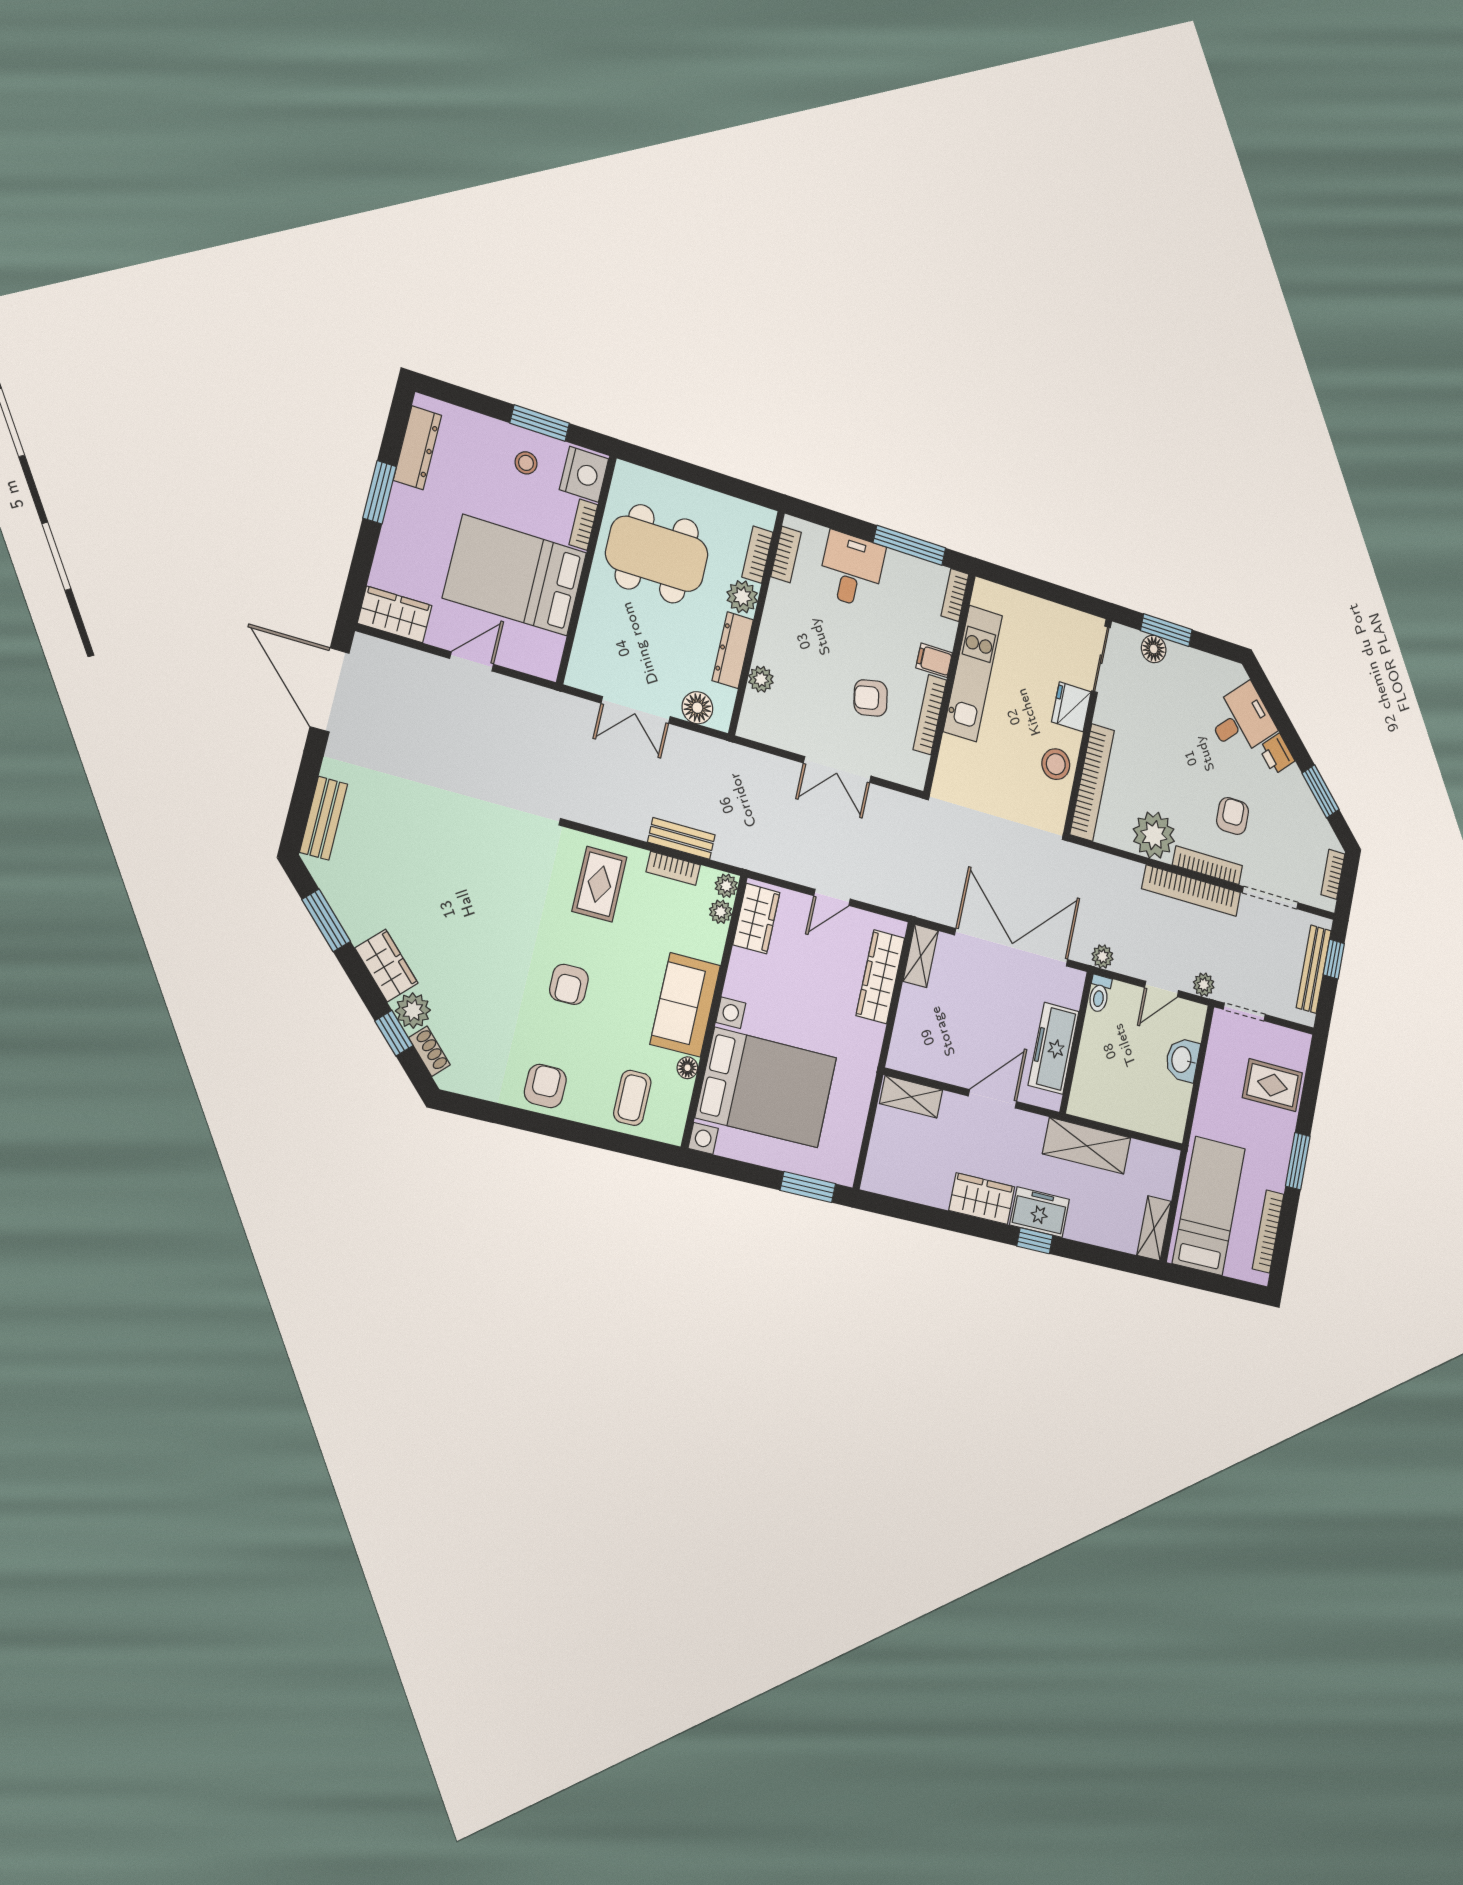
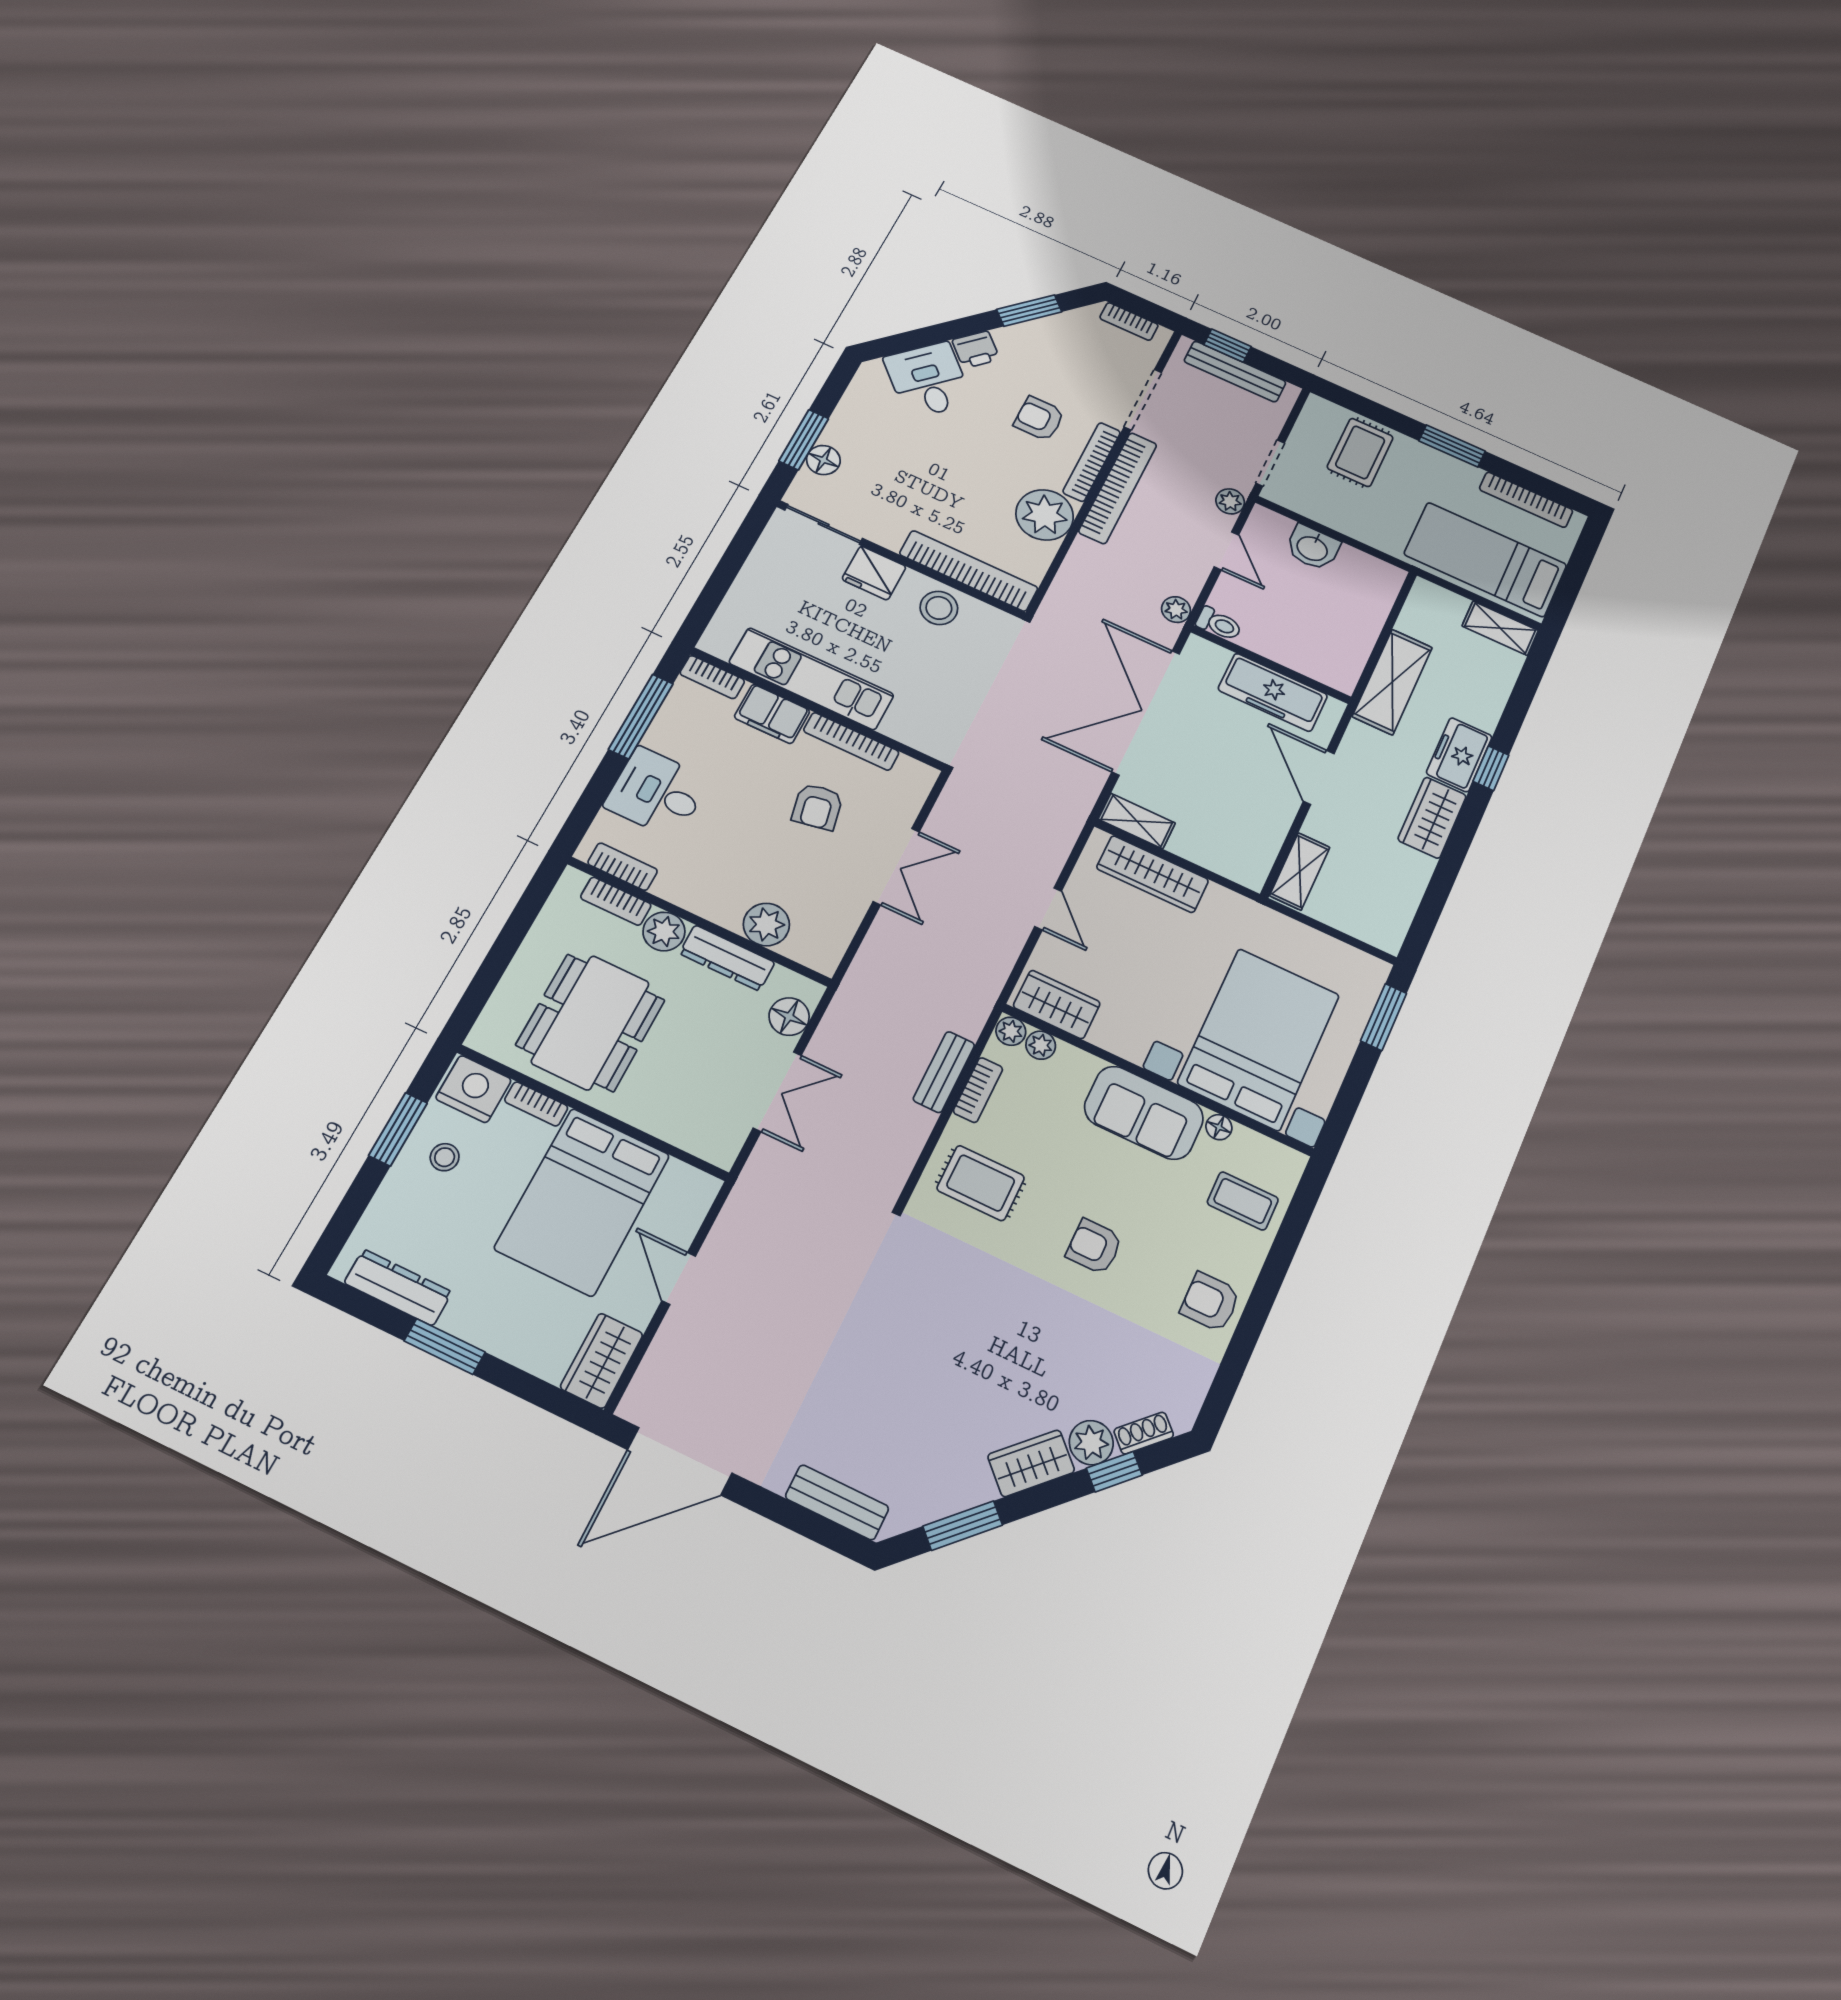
filing cabinet: (934, 660) -> (772, 714), width x2.00
plant: (761, 679) -> (766, 925), width x1.38, depth x1.38
armchair: (569, 984) -> (1094, 1247), turned 180

